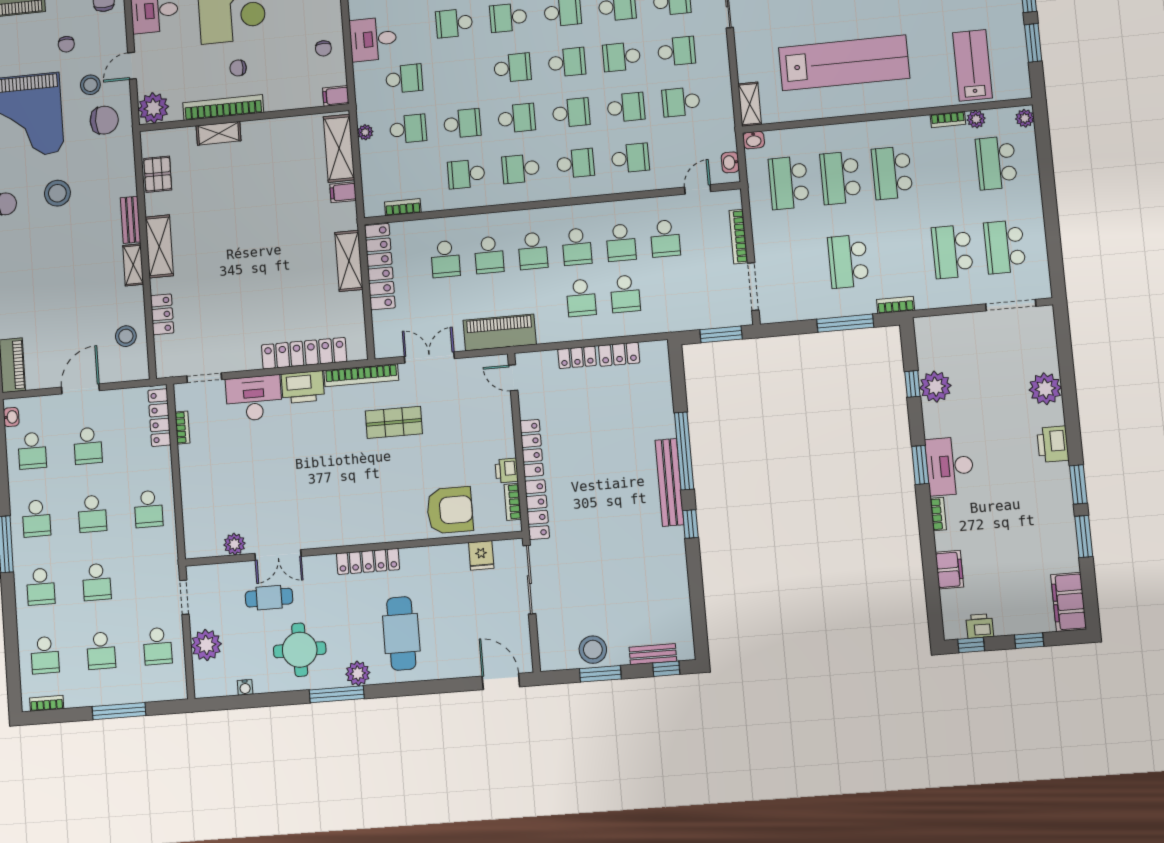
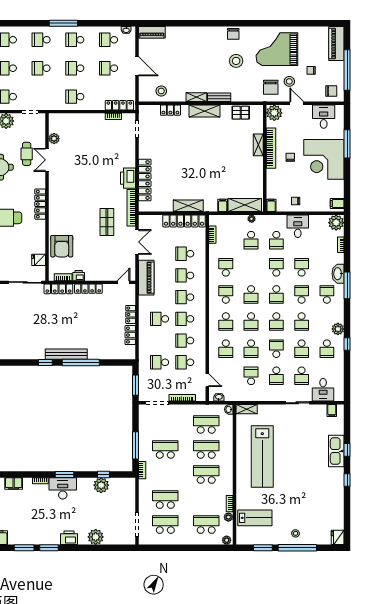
school desk: (462, 124) -> (276, 267), moved, turned 180
school desk: (625, 294) -> (160, 362), moved
desk: (254, 398) -> (125, 153), removed

